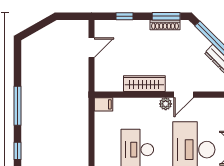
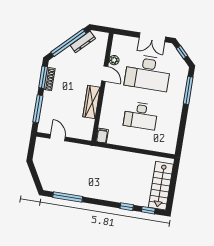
window: (124, 16) -> (38, 109), width x2.17
plant: (166, 104) -> (114, 60), moved
window: (17, 106) -> (68, 197), moved

